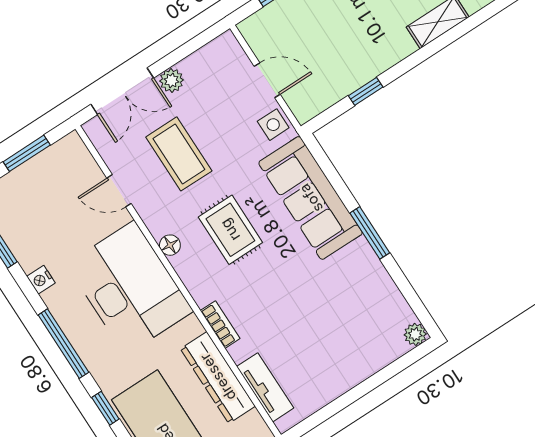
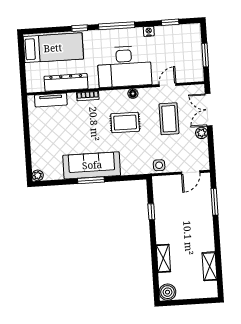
door: (267, 80) -> (191, 172), moved
coffee table: (179, 154) -> (169, 119), turned 90
sofa: (311, 198) -> (92, 165), moved

